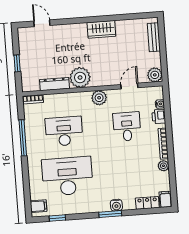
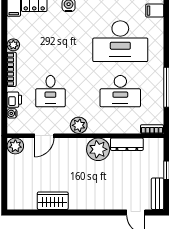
wardrobe: (101, 29) -> (53, 201), moved
bench: (154, 37) -> (157, 194), moved

